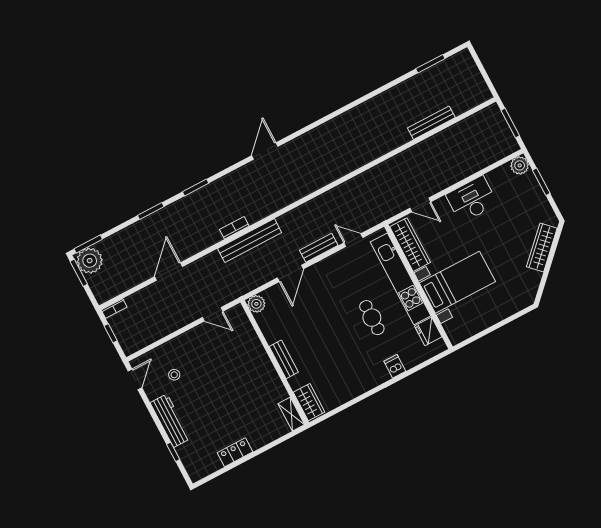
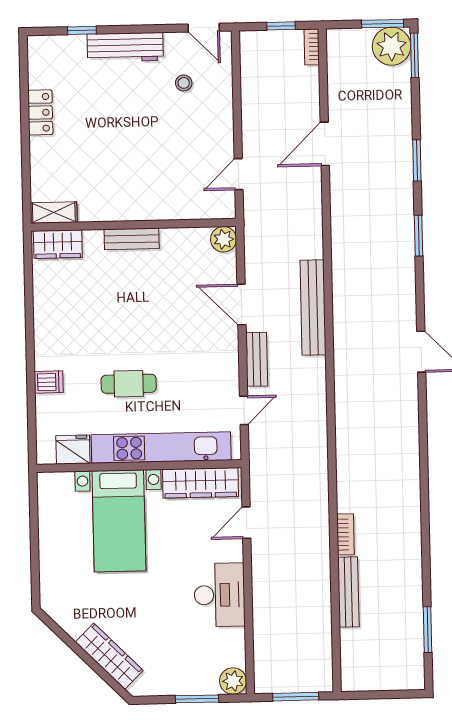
bookcase: (234, 228) -> (346, 534), moved
bench: (250, 241) -> (313, 308), moved
door: (168, 272) -> (325, 144), swing flipped

